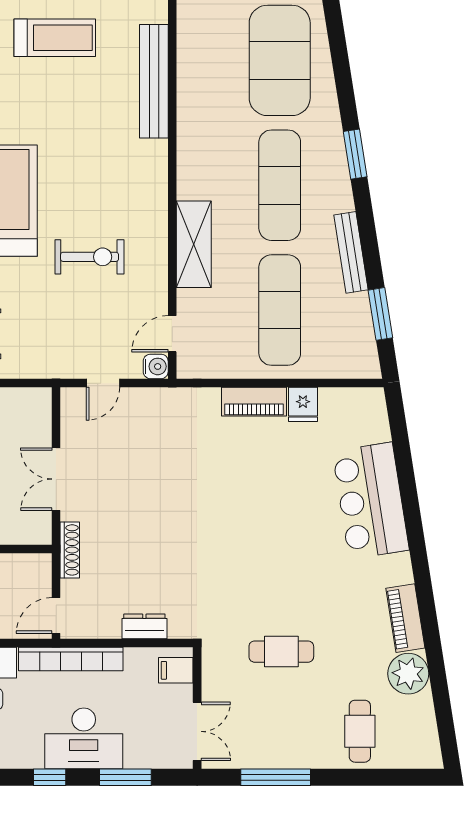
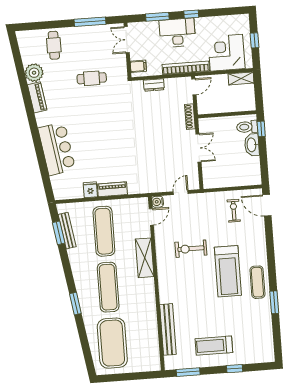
bench: (351, 252) -> (67, 231), moved

